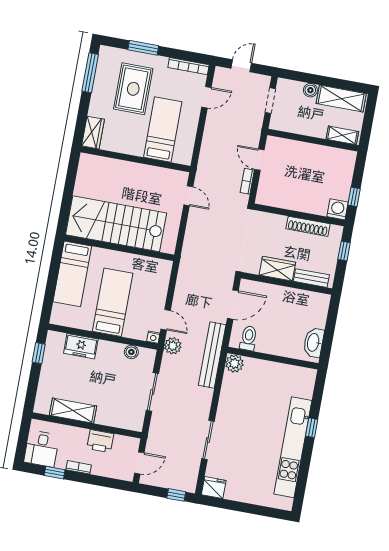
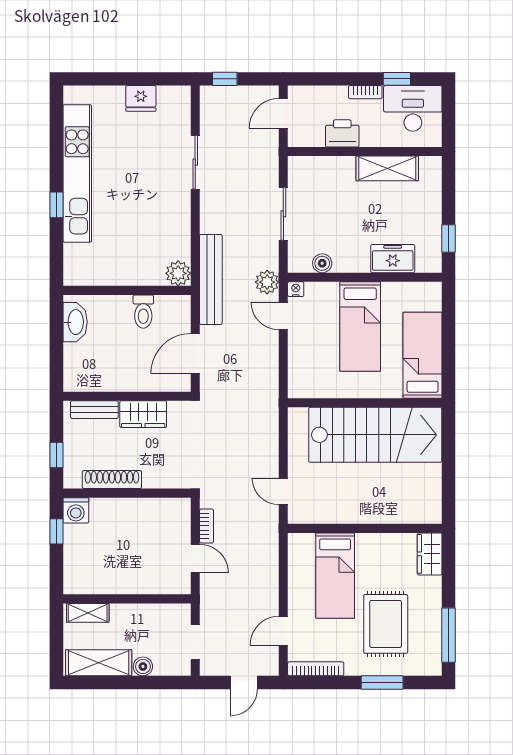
toilet: (248, 338) -> (143, 312), moved
desk: (42, 449) -> (413, 108), width x1.37
fridge: (214, 488) -> (141, 98), moved

